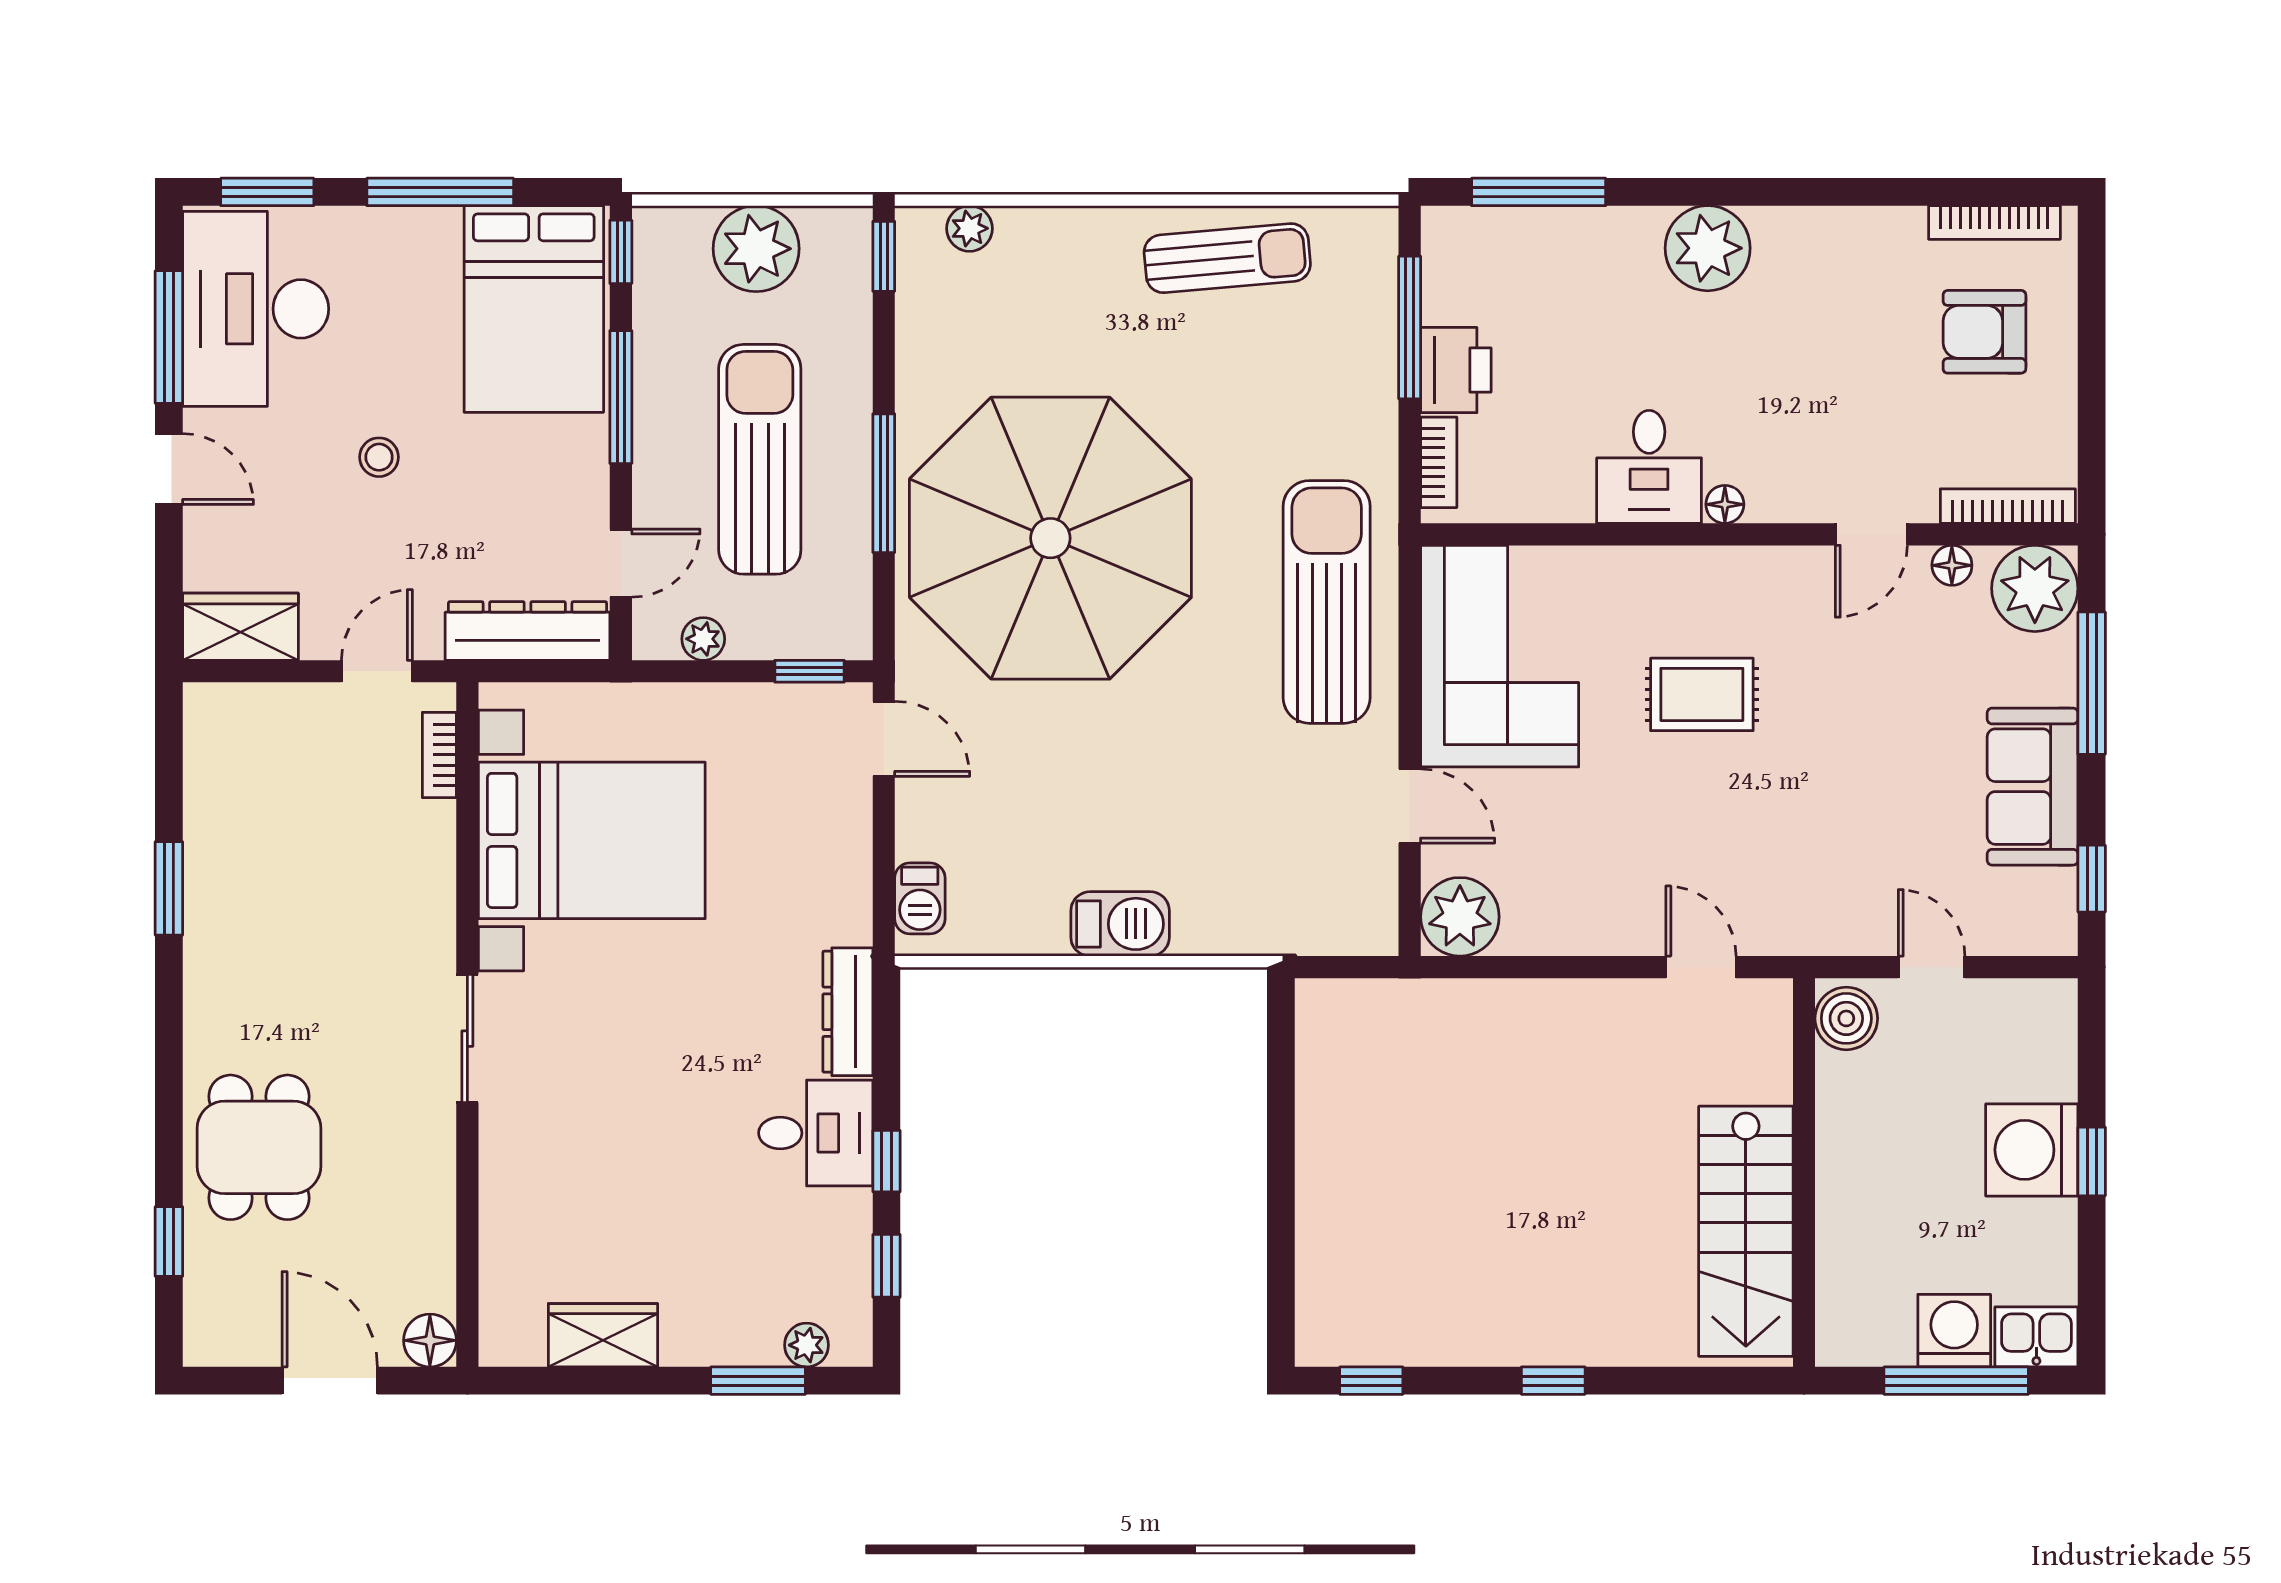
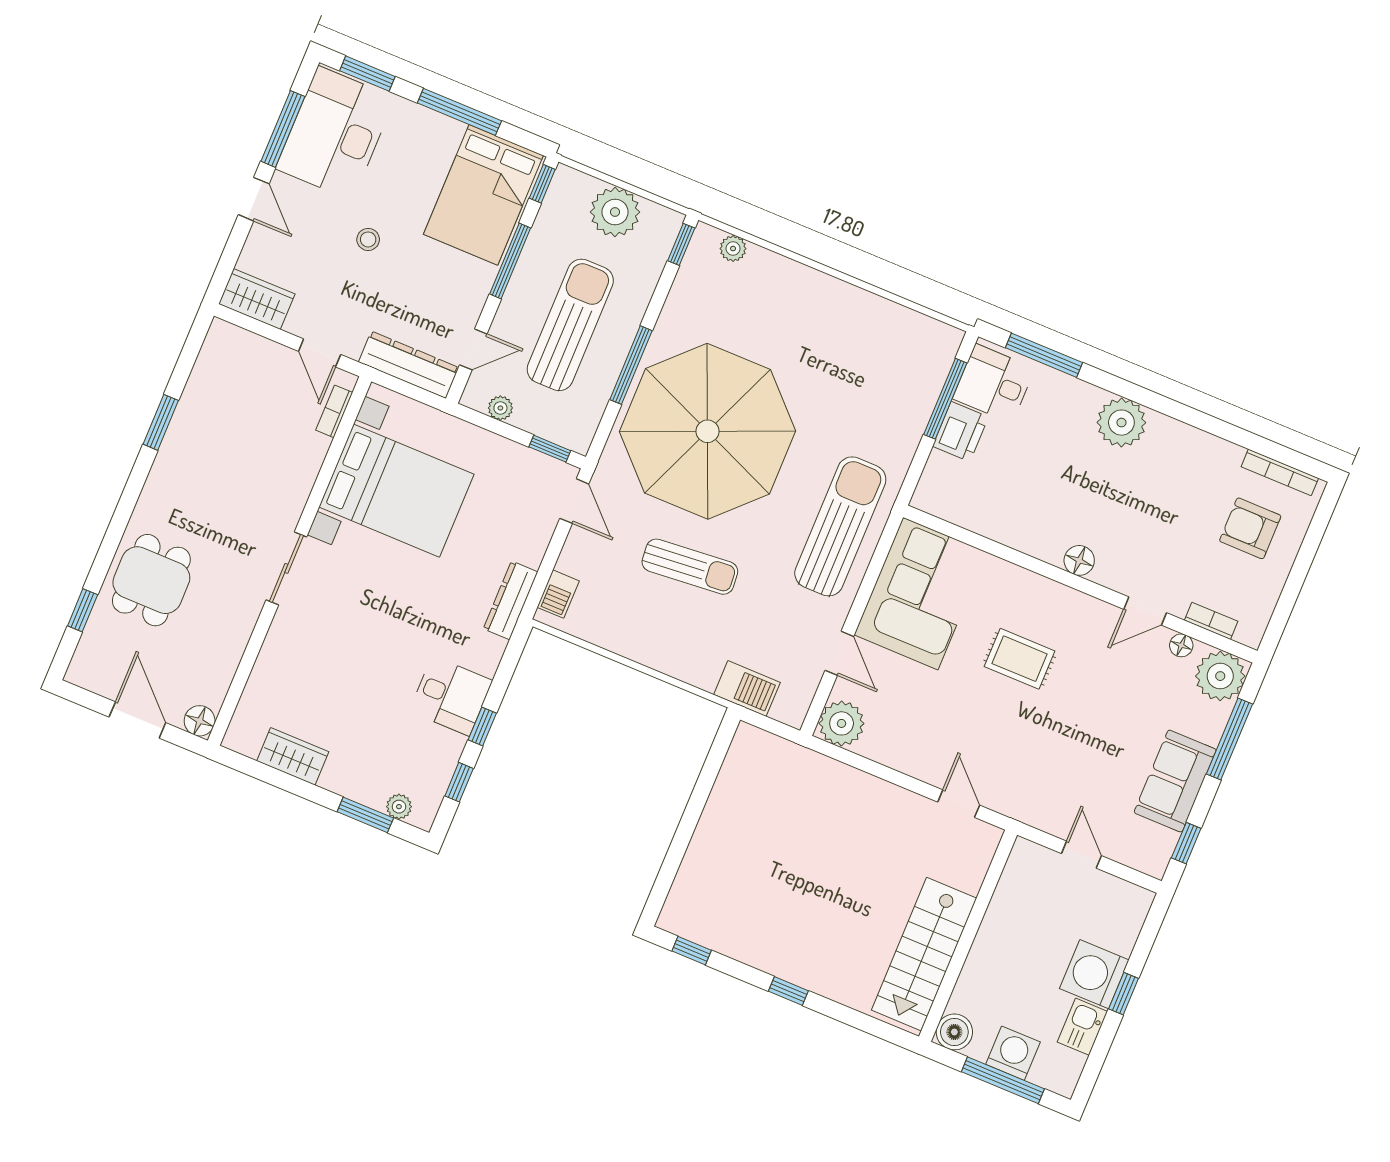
sun lounger: (1227, 258) -> (690, 567), moved
bookcase: (1439, 462) -> (931, 477), removed
desk: (1649, 467) -> (994, 383), moved, turned 90
floor lamp: (1725, 504) -> (1079, 560), width x1.37, depth x1.37
bookcase: (2008, 506) -> (1211, 621), width x0.64
door: (377, 671) -> (320, 353), swing flipped
barbecue: (1120, 924) -> (747, 689), moved
dresser: (848, 1012) -> (511, 600), moved
boiler: (1846, 1018) -> (954, 1032), moved
kitchen sink: (2036, 1337) -> (1082, 1027), moved, turned -90

